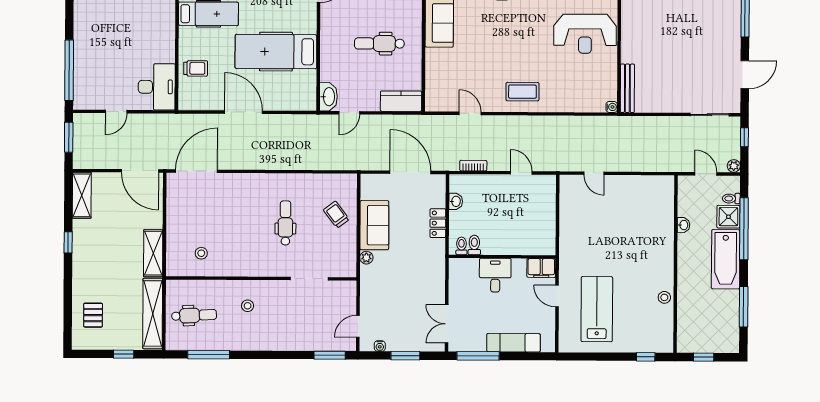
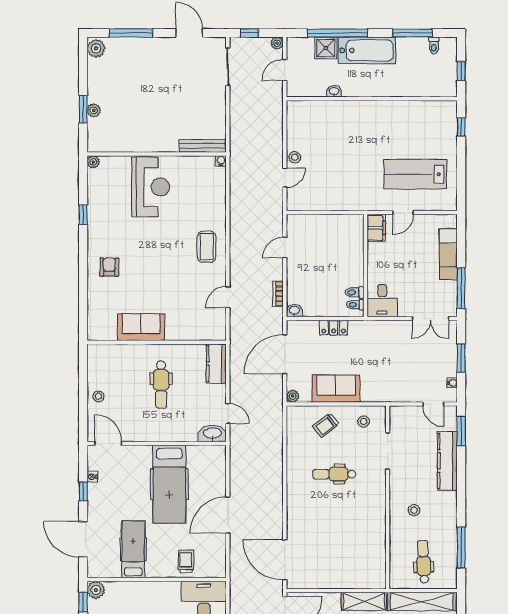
toilet: (731, 199) -> (434, 45), moved
washbasin: (456, 201) -> (294, 311), moved
stool: (201, 253) -> (364, 421), moved
plant: (366, 258) -> (293, 396), moved
desk: (495, 275) -> (382, 301), moved, turned -90
stool: (664, 297) -> (295, 157), moved
kitchen counter: (299, 341) -> (447, 461), added

